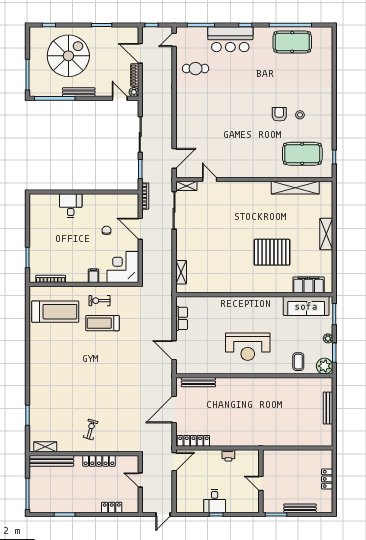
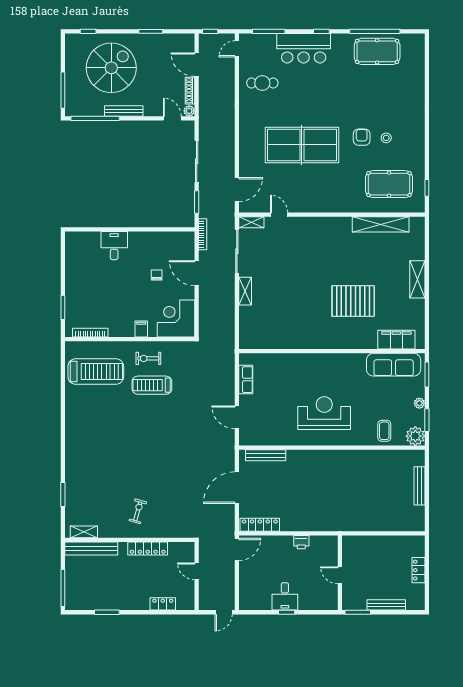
table tennis table: (229, 121) -> (302, 145), added
shelving: (181, 272) -> (245, 291), moved
reception desk: (248, 347) -> (324, 413), turned 180

